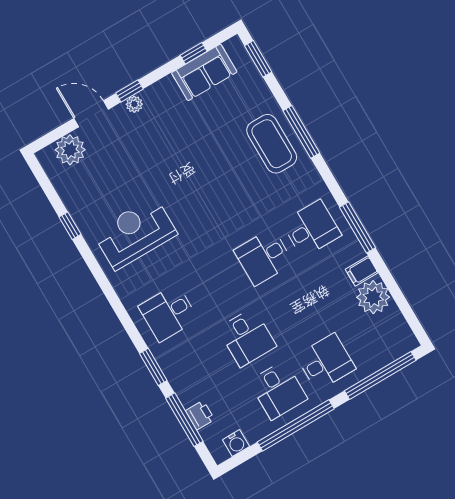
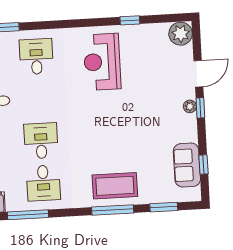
window: (258, 59) -> (164, 207), moved
plant: (70, 150) -> (181, 34), moved
reception desk: (135, 233) -> (102, 62), turned 180

